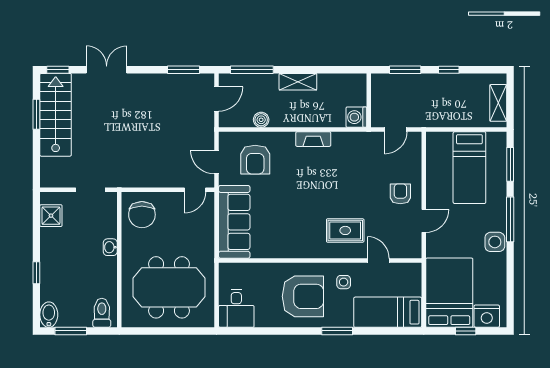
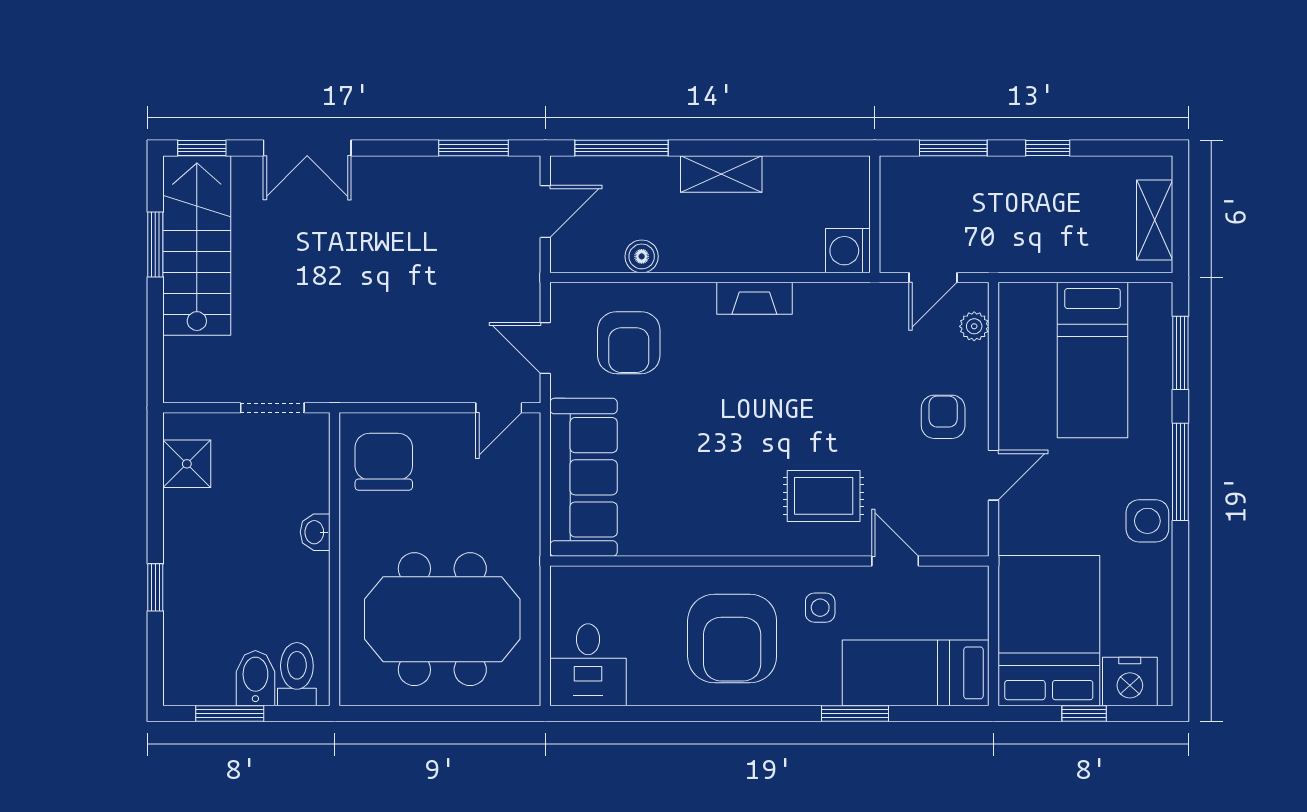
double door: (107, 70) -> (307, 148), swing flipped
plant: (415, 152) -> (974, 326), added
chair: (142, 215) -> (384, 462), turned 180
armchair: (303, 296) -> (732, 638), turned 90
bidet: (49, 315) -> (255, 678), moved
window: (337, 331) -> (855, 713), moved

